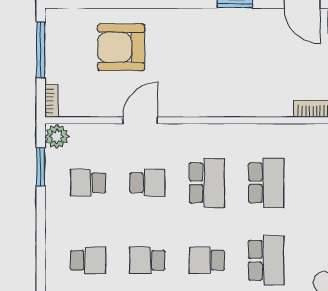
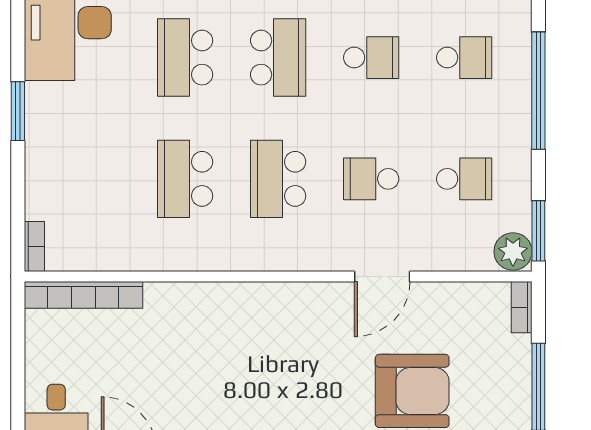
window: (41, 167) -> (538, 231), moved
window: (41, 239) -> (538, 91), added
school desk: (88, 260) -> (464, 58), turned 180
school desk: (207, 260) -> (278, 58), width x1.85

